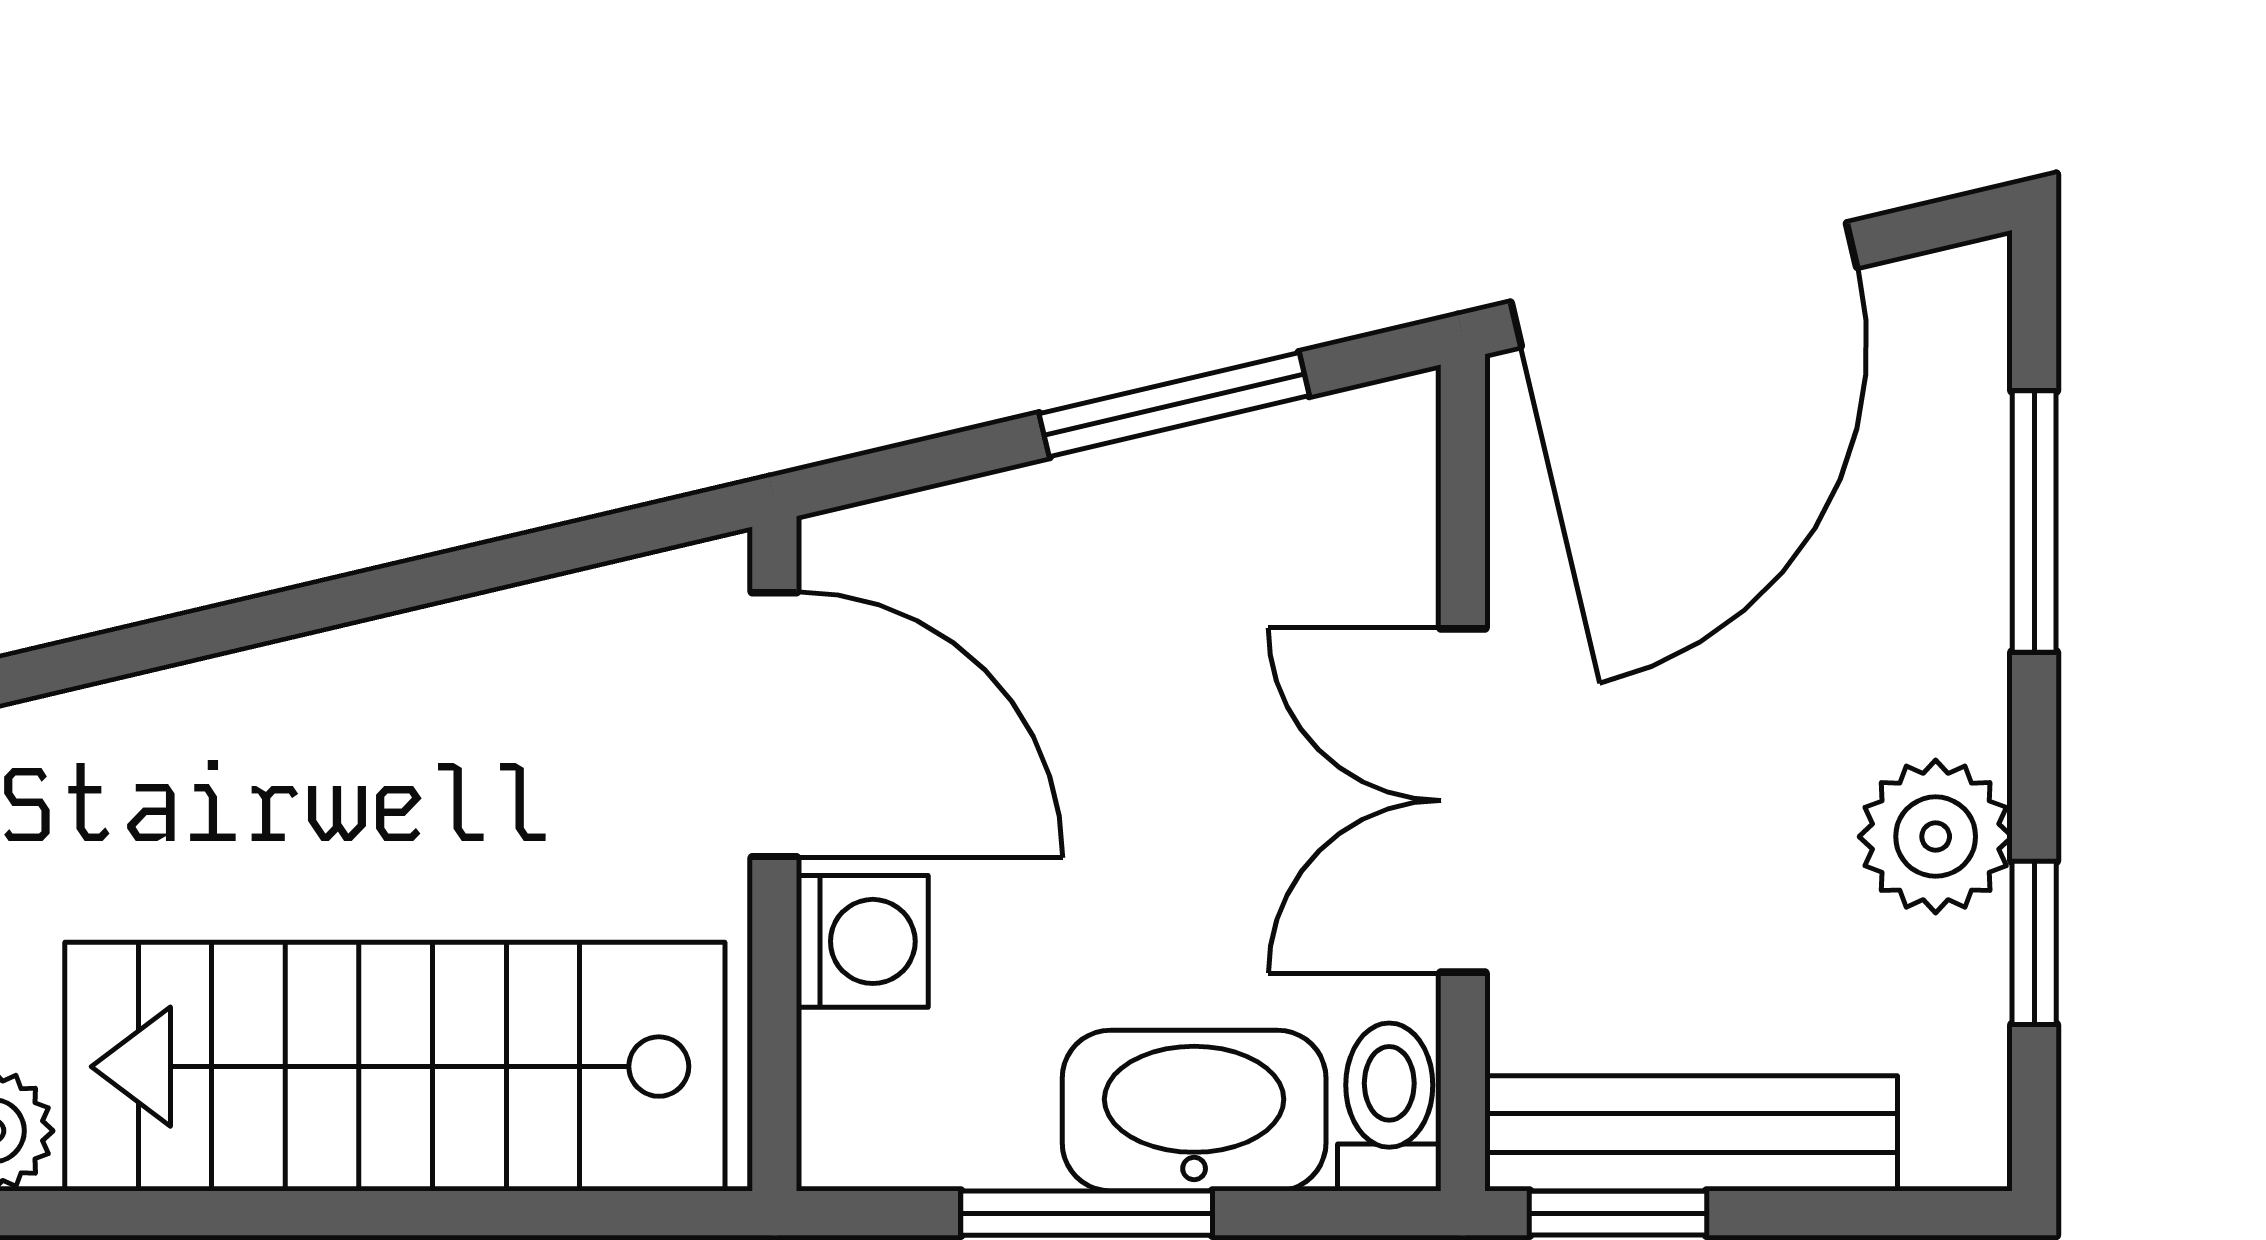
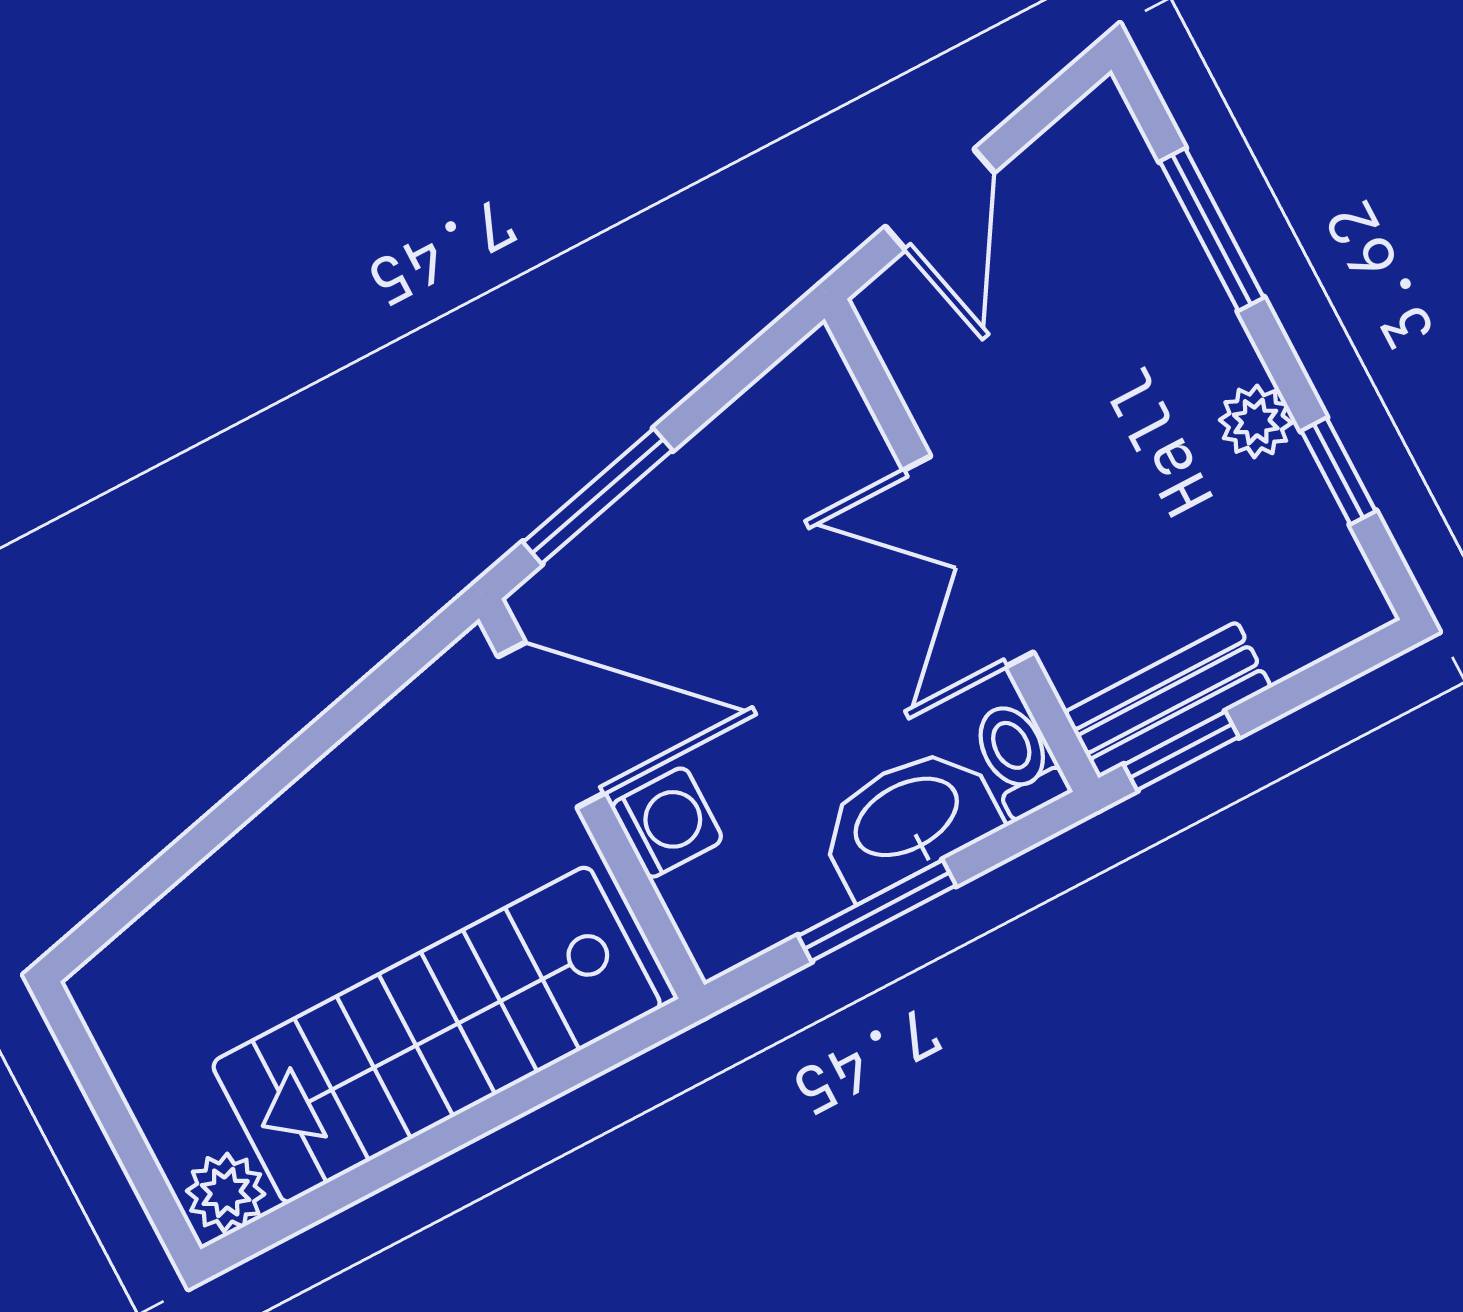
door: (1684, 285) -> (940, 199), width x0.53
window: (1174, 405) -> (598, 496), moved
plant: (1936, 837) -> (1256, 421), width x0.73, depth x0.73
bench: (1691, 1133) -> (1168, 700), width x0.73

